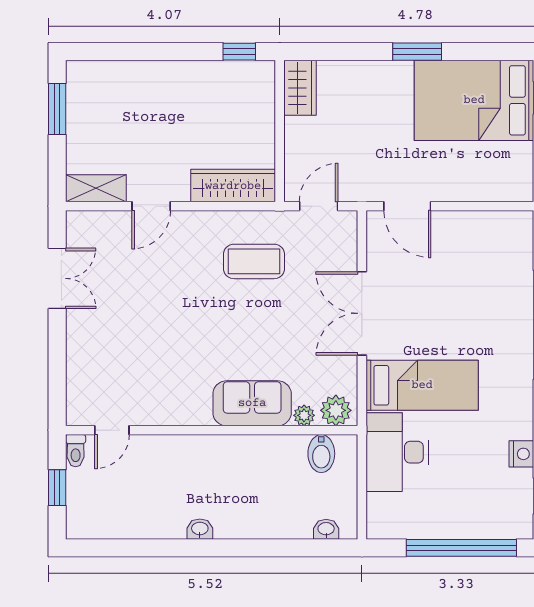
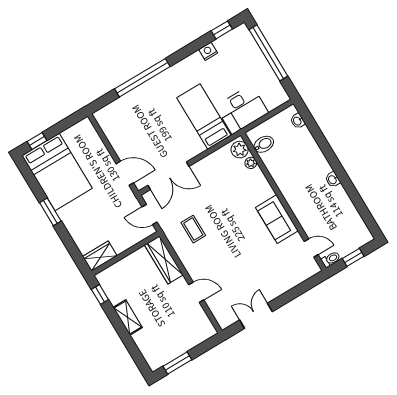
shelving: (96, 188) -> (128, 317), moved
door: (407, 206) -> (125, 173), hinge flipped
coffee table: (254, 261) -> (193, 229), width x0.73, depth x0.77
double door: (362, 313) -> (168, 176), moved
sofa: (252, 403) -> (277, 219), moved

